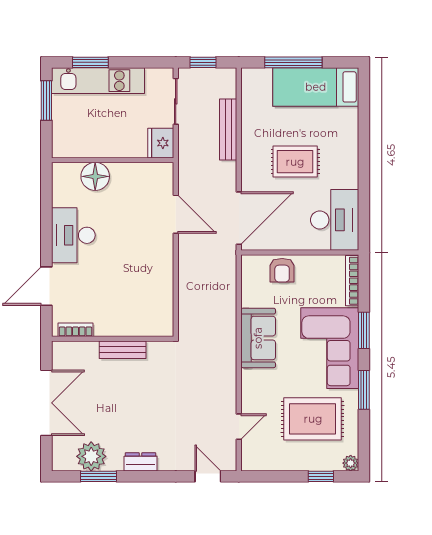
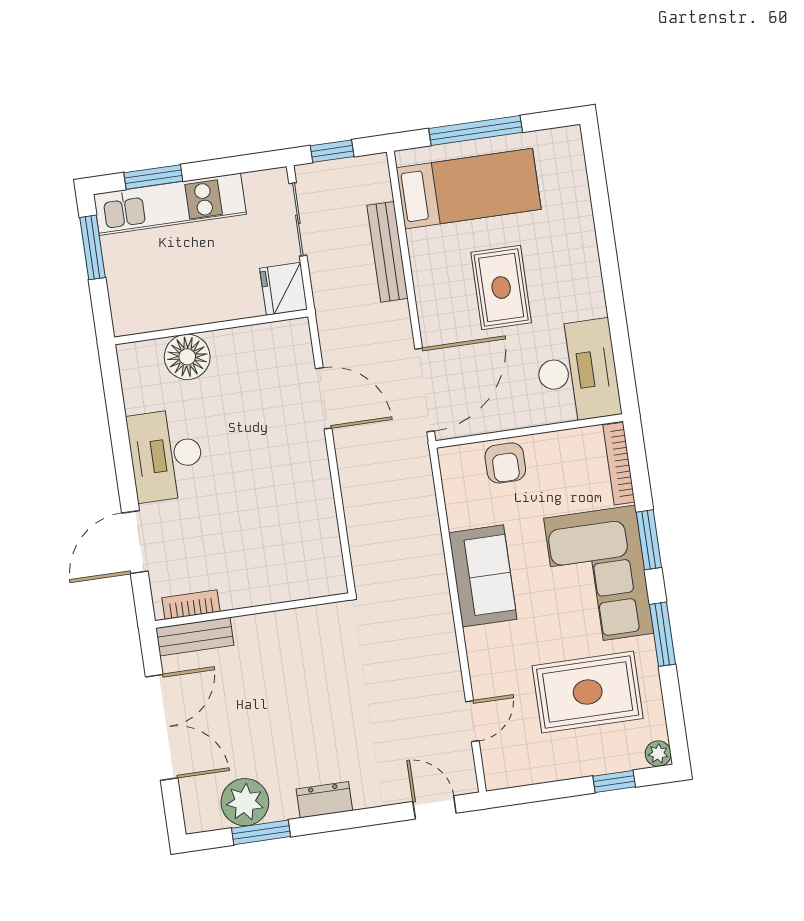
bed: (316, 87) -> (469, 189), moved, turned 180
rug: (295, 162) -> (501, 288), turned 90
bench: (123, 350) -> (195, 637), moved

